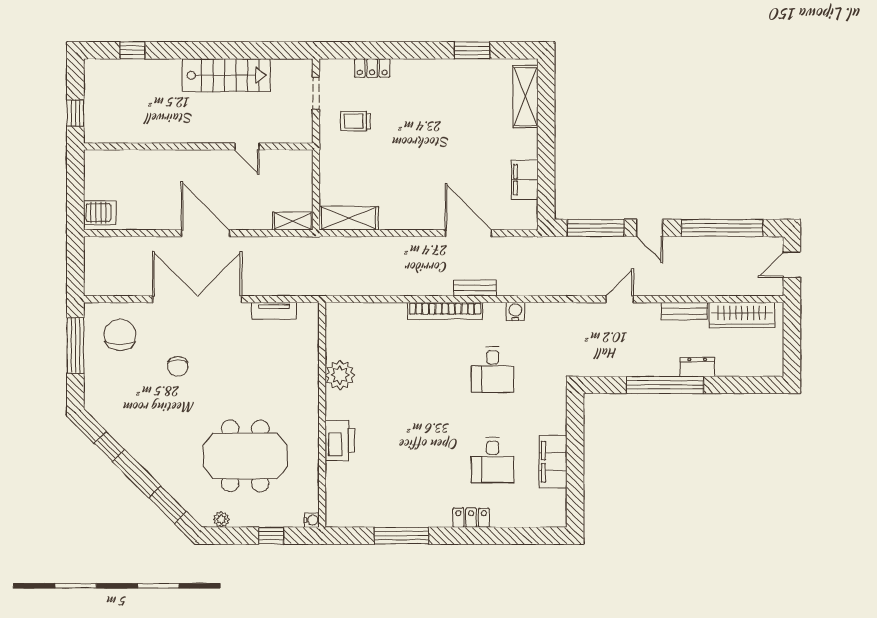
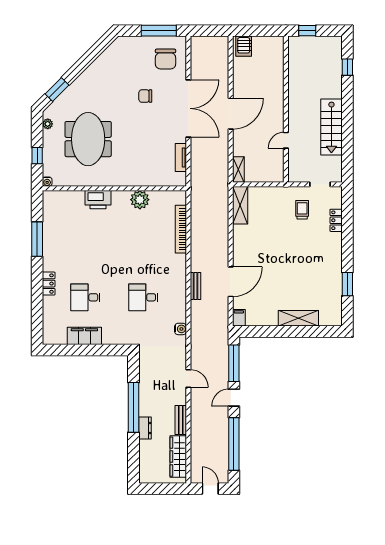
shelving: (525, 97) -> (298, 318), moved
filing cabinet: (525, 180) -> (239, 318), moved, width x0.50
bookcase: (445, 311) -> (181, 229), moved
water cooler: (515, 311) -> (180, 329), moved
chair: (120, 335) -> (166, 59), turned 90
window: (109, 446) -> (94, 52), removed

